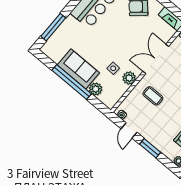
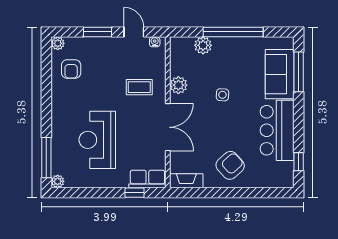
side table: (113, 68) -> (222, 95), moved
sofa: (78, 69) -> (280, 74), moved, turned 90

